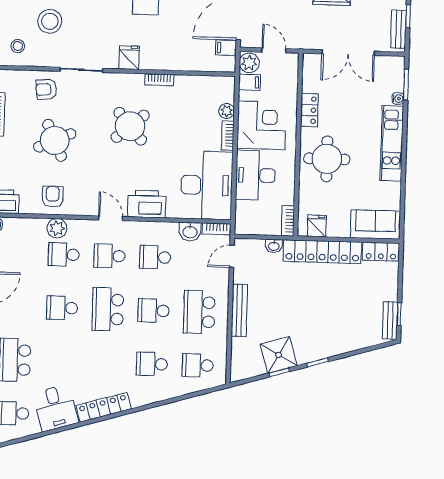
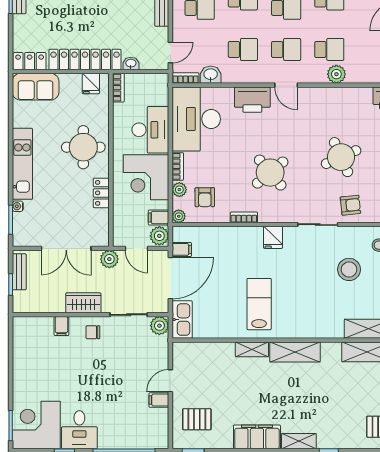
plant: (303, 40) -> (109, 259), added
double door: (348, 53) -> (66, 248), swing flipped
plant: (228, 83) -> (179, 216), added
armchair: (53, 197) -> (205, 197), moved

